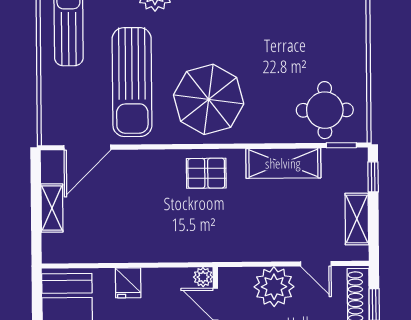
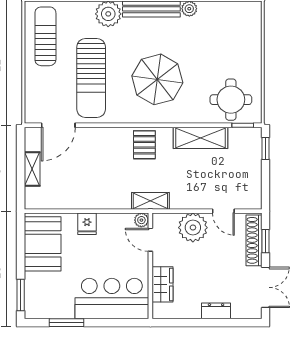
parasol: (209, 99) -> (157, 79), moved
pallet: (206, 173) -> (144, 145), turned 90
shelving: (357, 219) -> (150, 201), moved, turned 90

